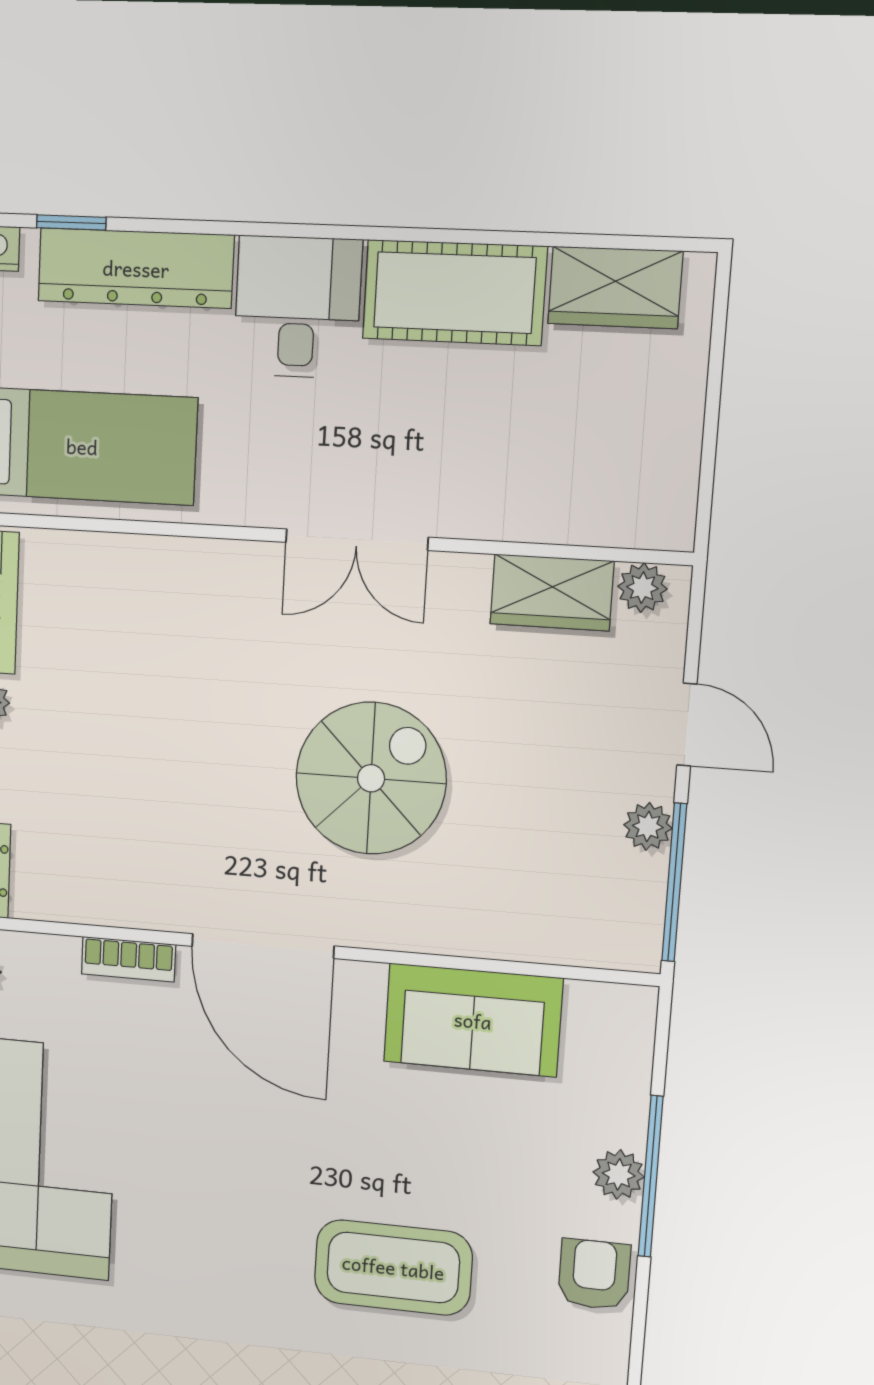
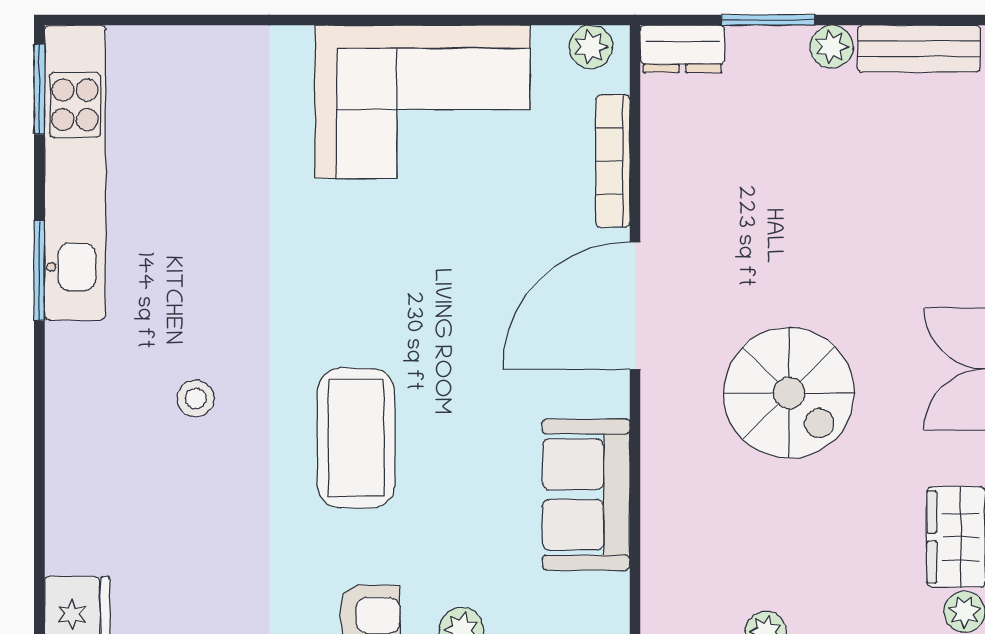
bookcase: (128, 959) -> (613, 161), width x1.56

